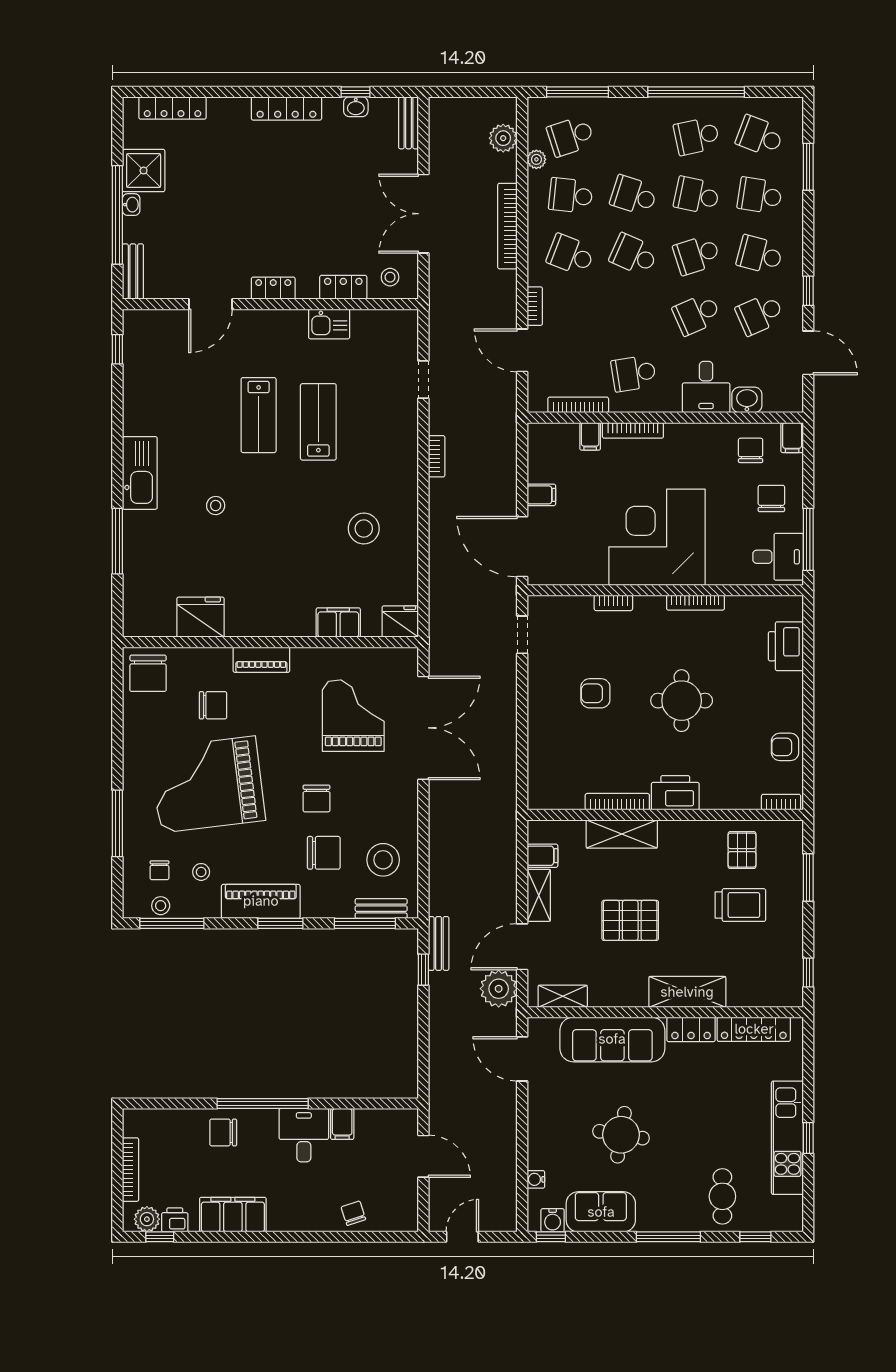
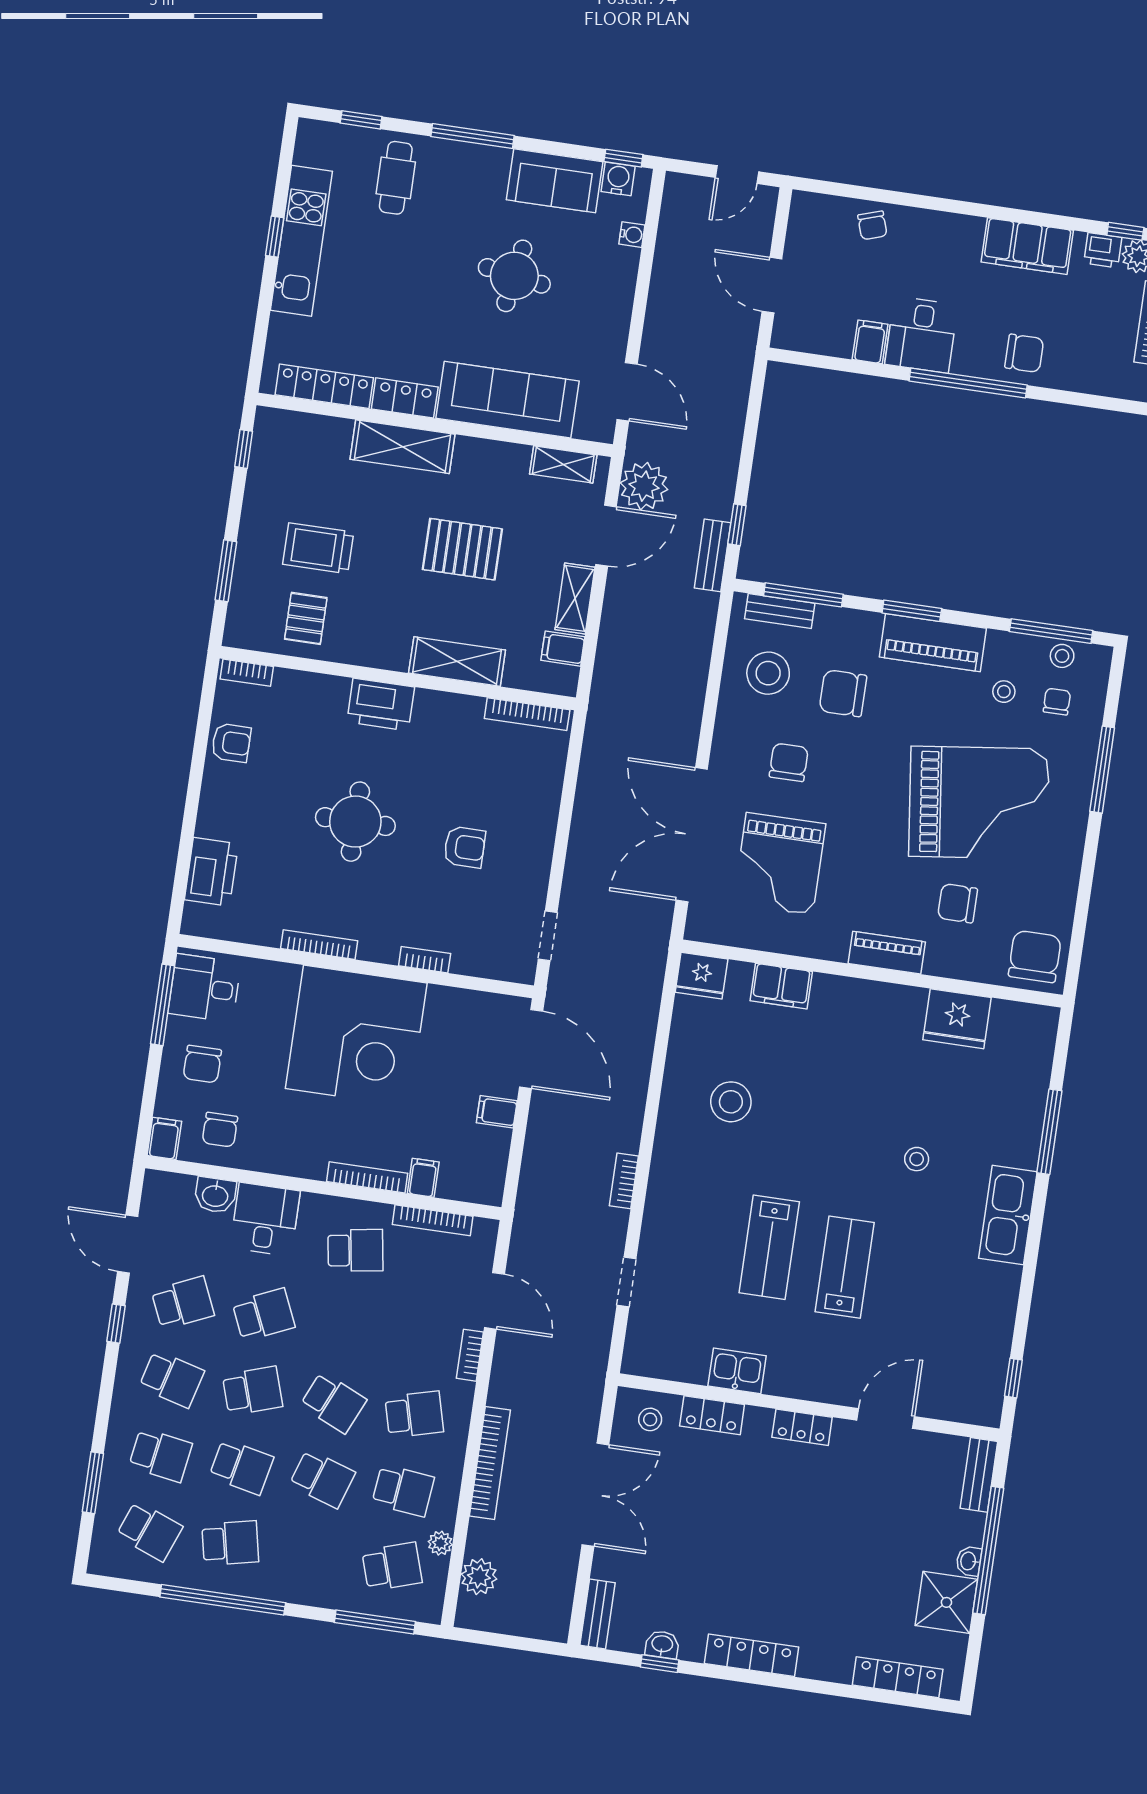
school desk: (571, 255) -> (414, 1414), turned -36
chair: (316, 798) -> (789, 762), moved
bookcase: (617, 802) -> (527, 714), moved

